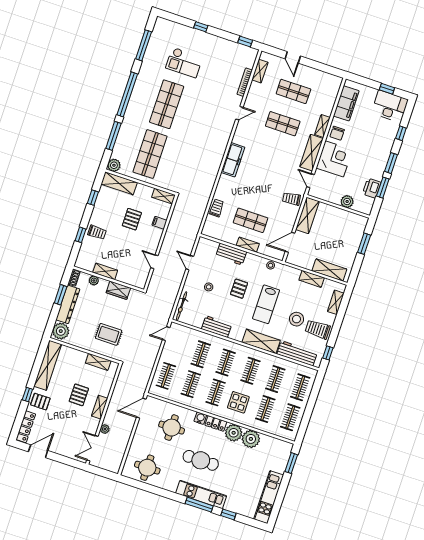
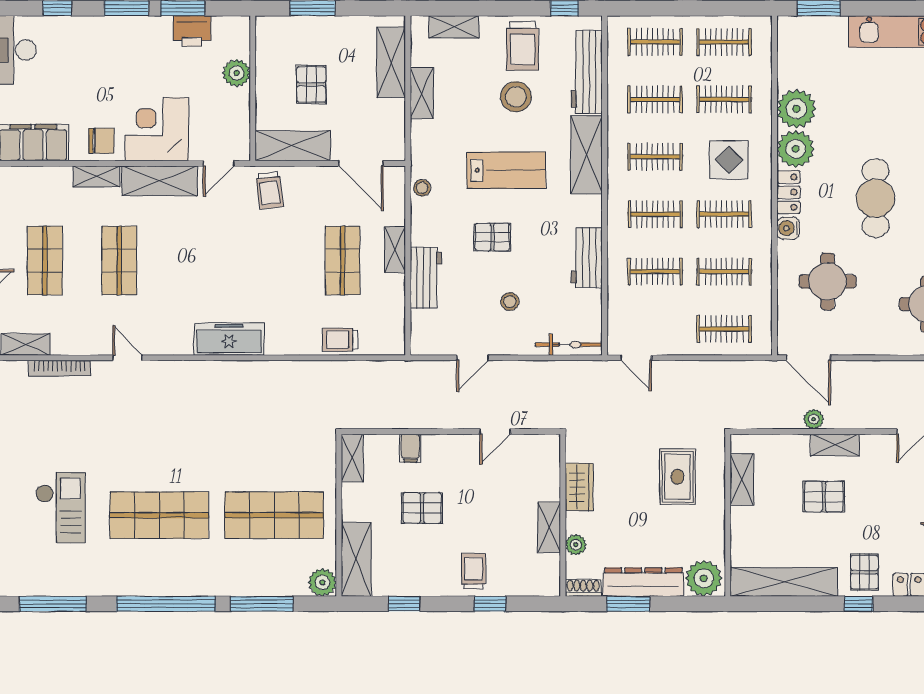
pallet: (331, 232) -> (311, 84), added
plant: (105, 429) -> (814, 419), moved

